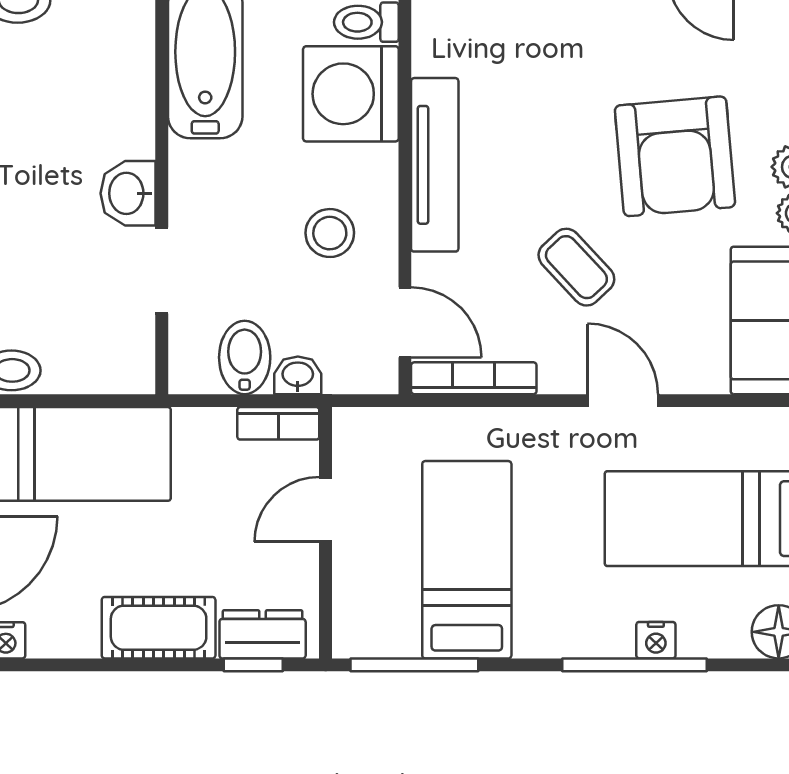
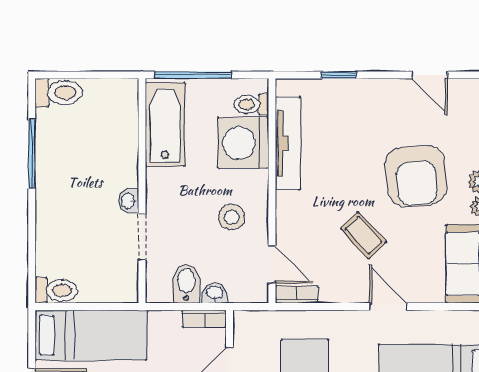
tv unit: (435, 165) -> (288, 143), moved
washbasin: (128, 193) -> (128, 201), width x0.72, depth x0.69
bookcase: (474, 378) -> (297, 295), width x0.64

